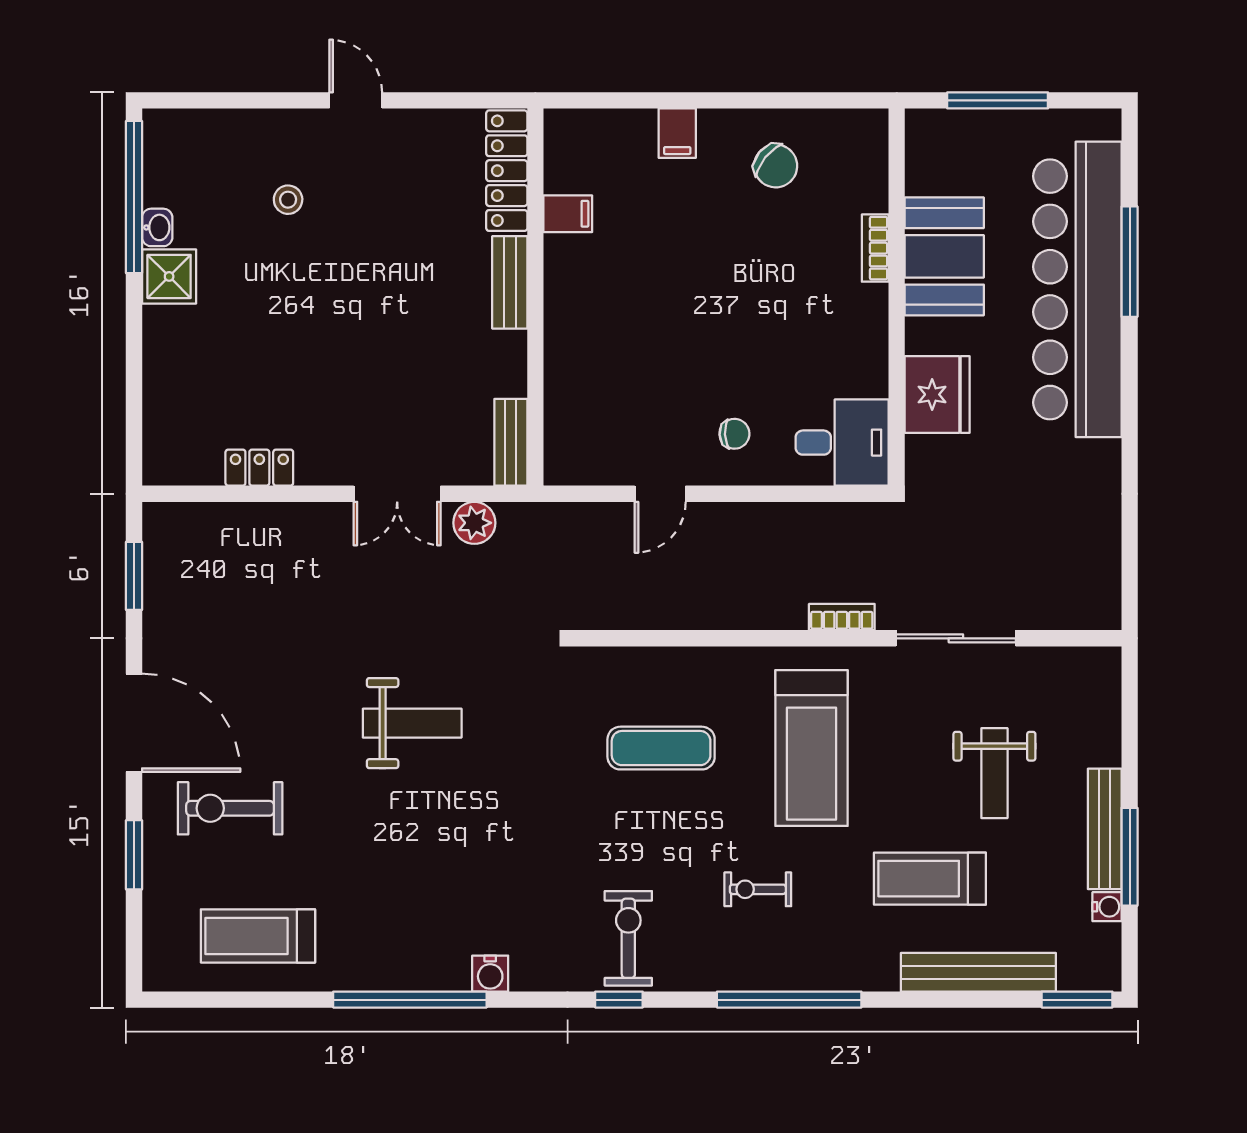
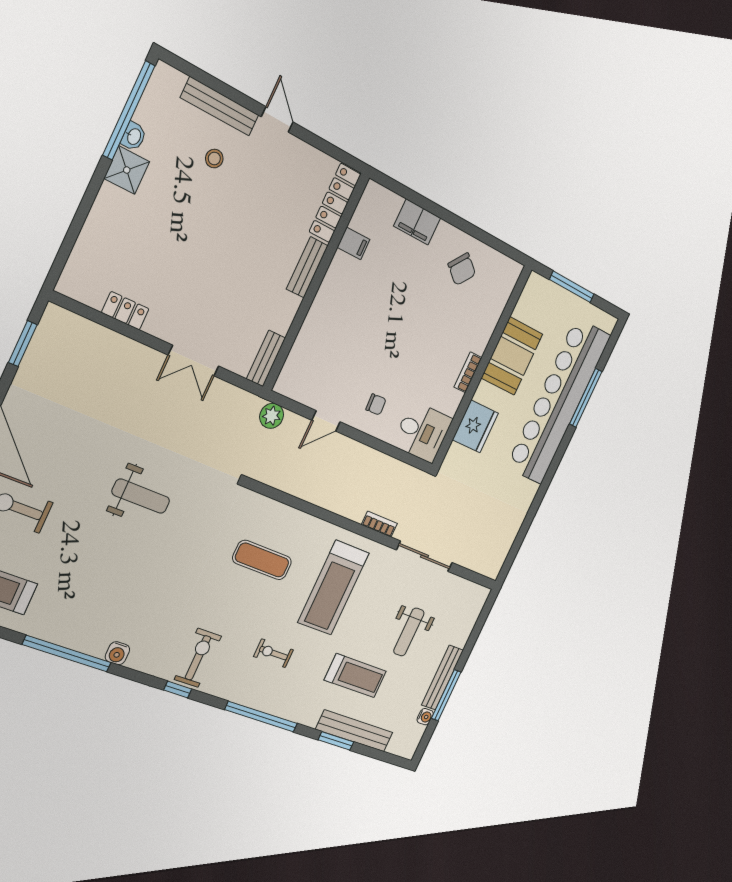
bench: (261, 126) -> (220, 106), added
filing cabinet: (677, 133) -> (417, 222), width x2.00
bookcase: (875, 248) -> (468, 372), moved
plant: (474, 523) -> (272, 416), moved
treadmill: (930, 879) -> (355, 676), turned 180
window: (1077, 1000) -> (336, 741), moved

